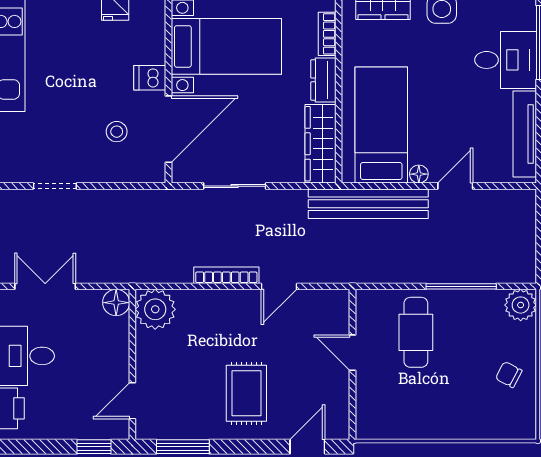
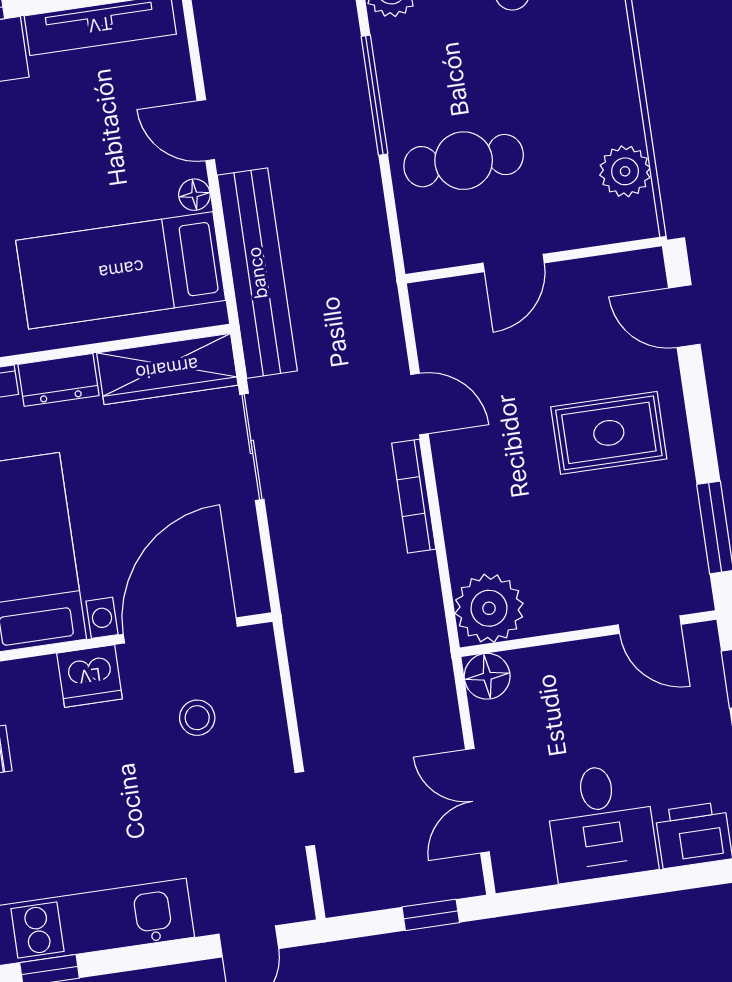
dishwasher: (150, 78) -> (90, 676), width x1.38
door: (169, 129) -> (180, 630), hinge flipped
sliding door: (235, 186) -> (252, 447), moved
plant: (396, 425) -> (625, 171), added

